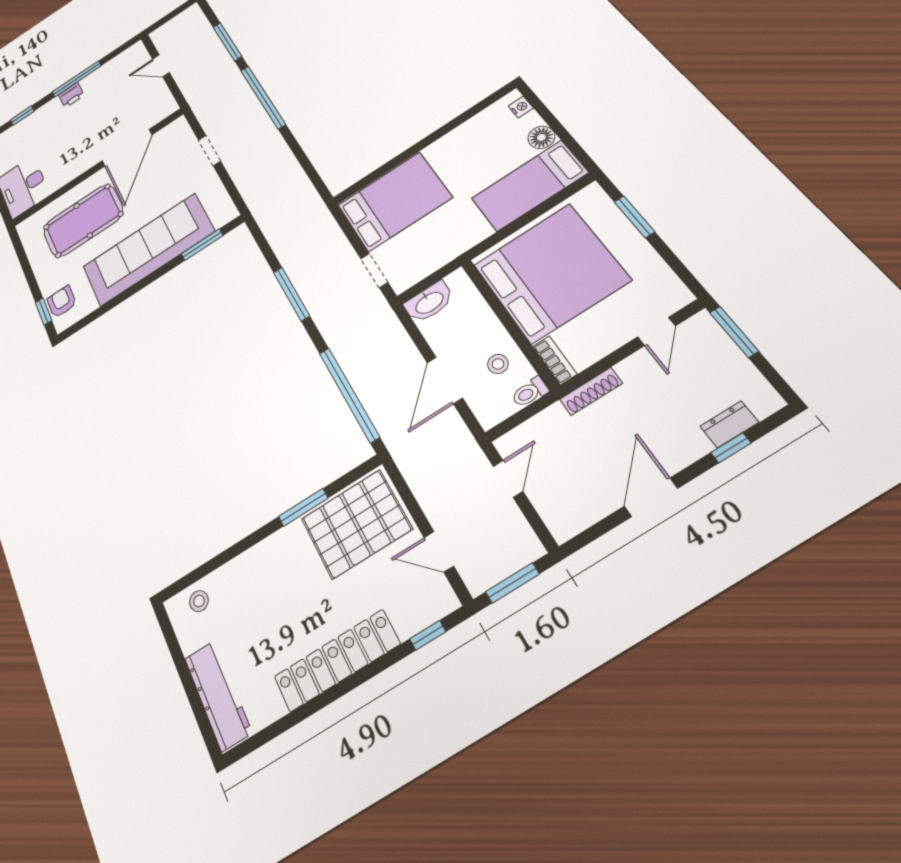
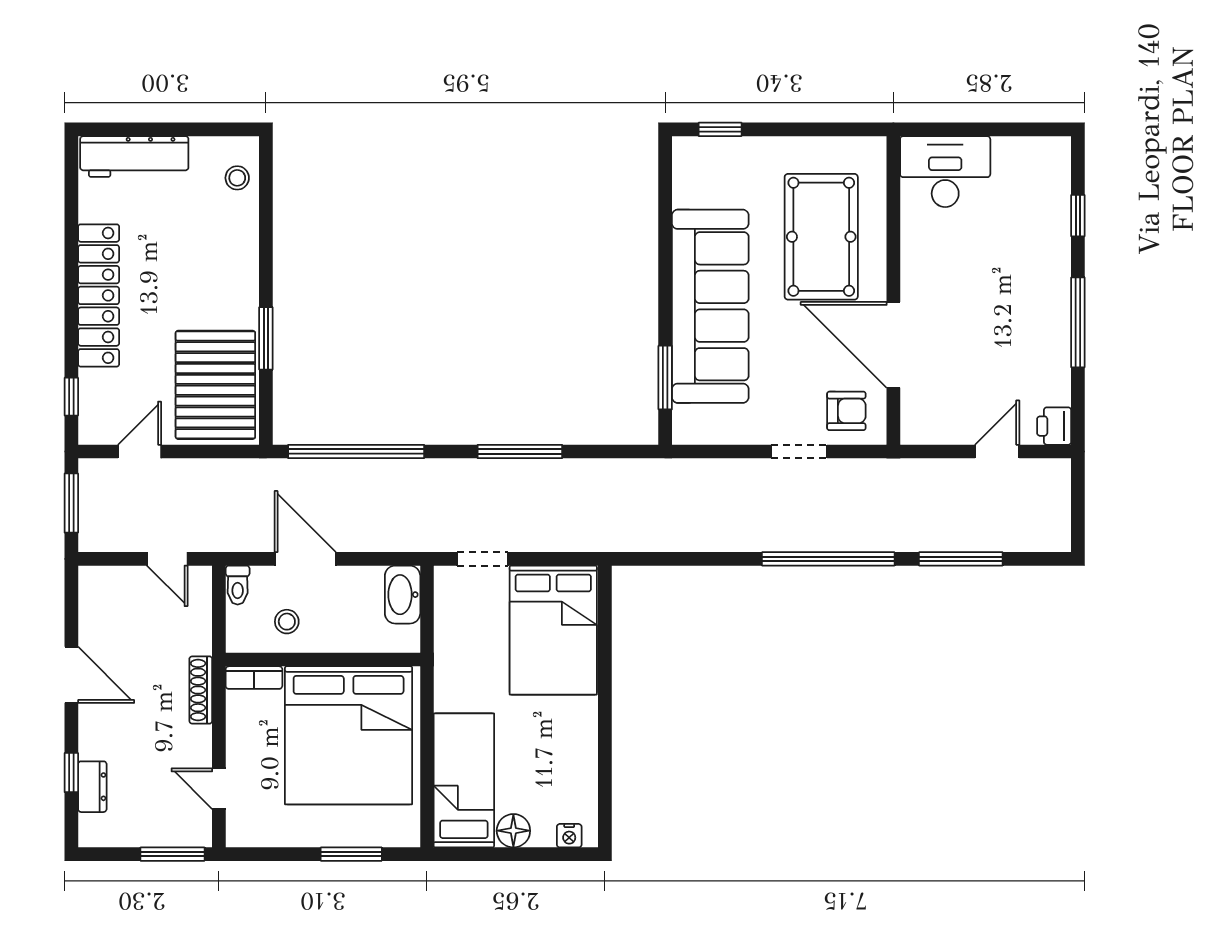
printer: (71, 95) -> (1054, 426), moved
armchair: (62, 302) -> (846, 411), moved
toilet: (530, 392) -> (238, 585), moved, turned 180

